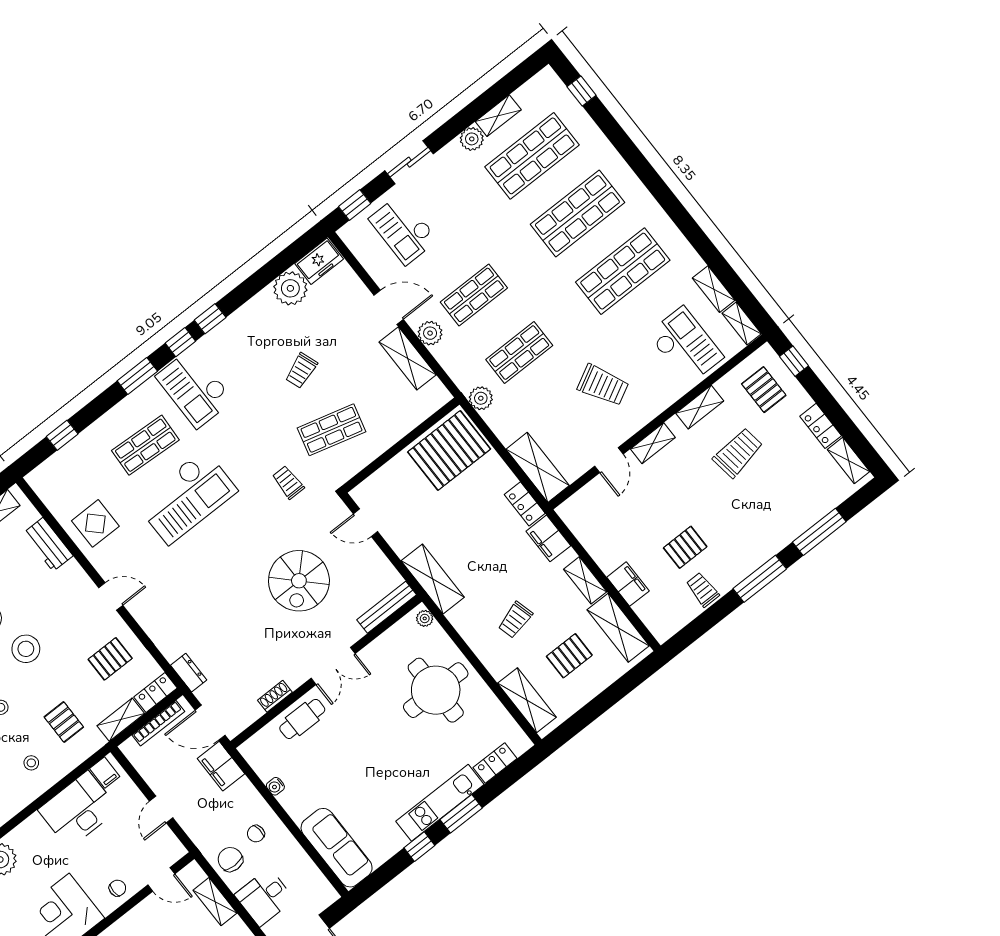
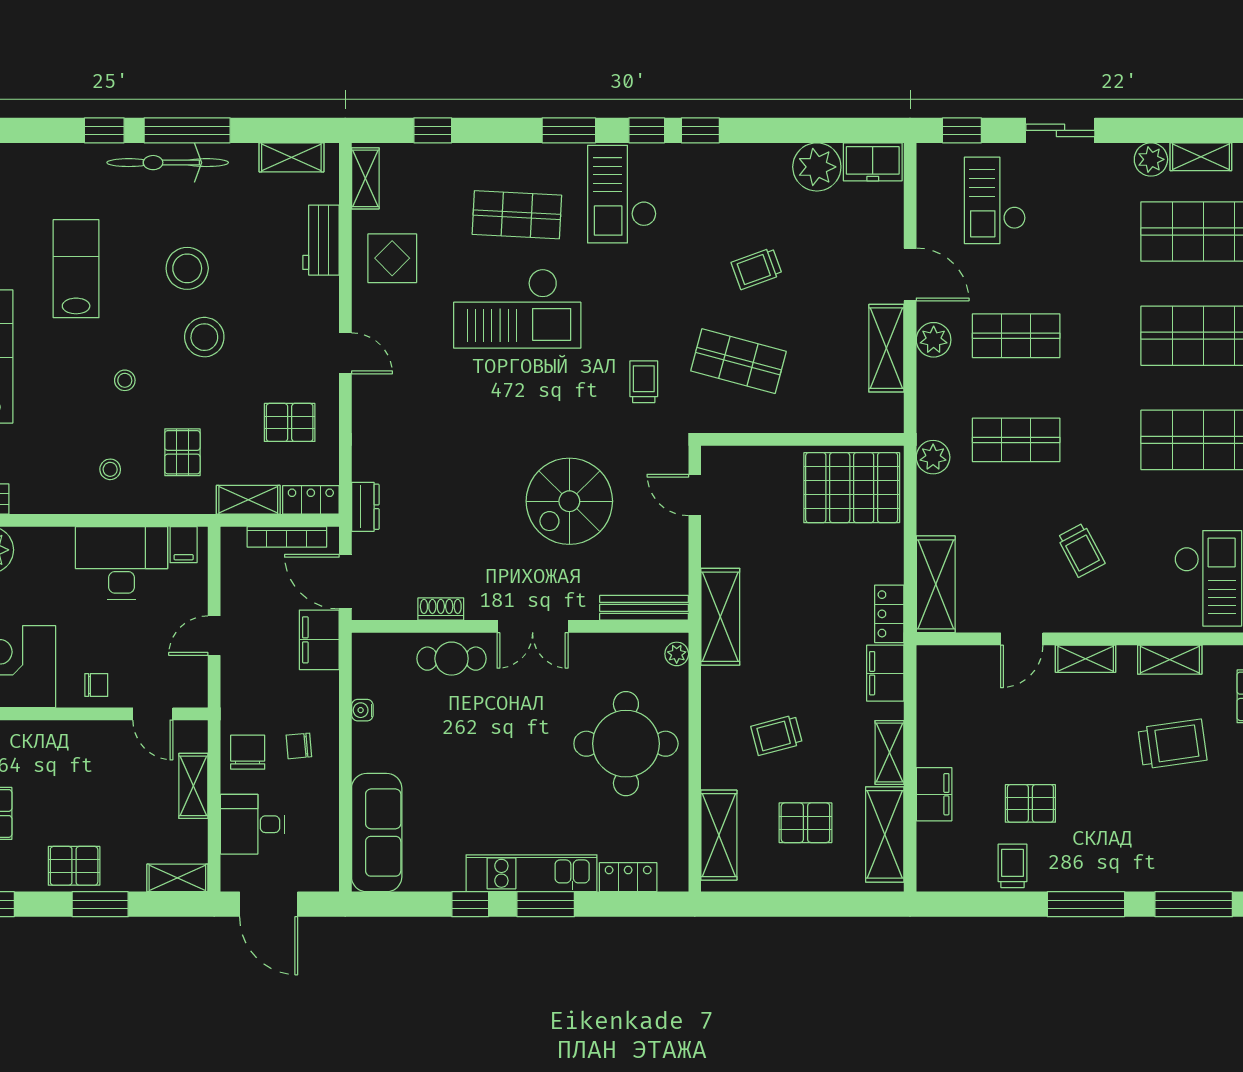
trolley: (603, 385) -> (1081, 550), width x0.73, depth x0.72
shelving: (46, 491) -> (365, 178), added

